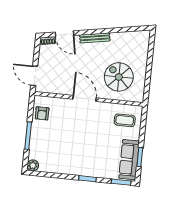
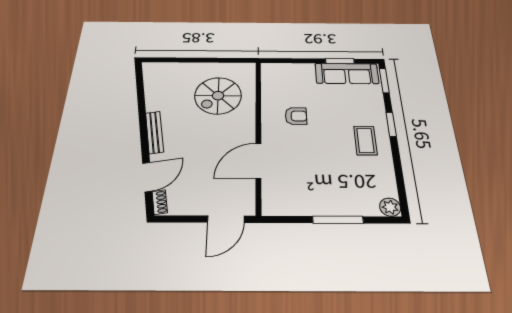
door: (85, 98) -> (258, 161), moved
armchair: (42, 113) -> (296, 116), moved
coffee table: (125, 120) -> (365, 140), moved

